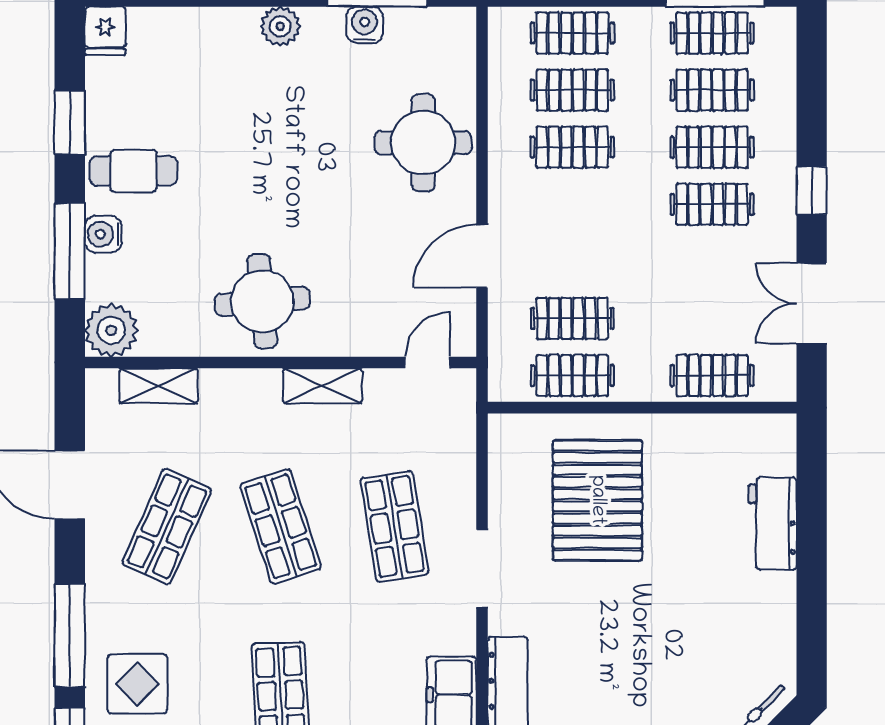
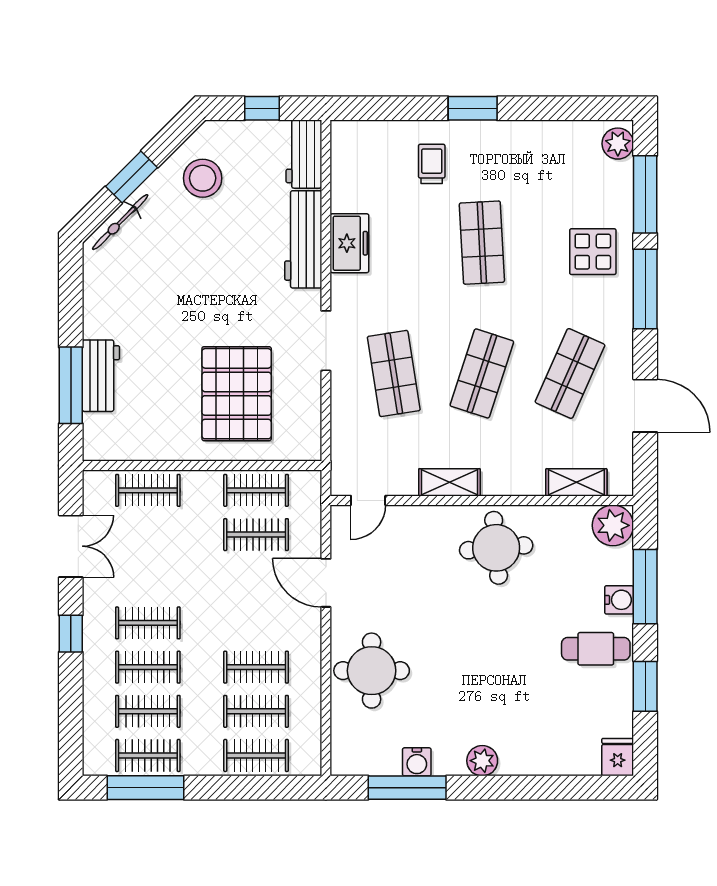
door: (482, 256) -> (326, 583), swing flipped
window: (812, 511) -> (71, 385), added
shop shelf: (281, 526) -> (482, 373), turned 36

